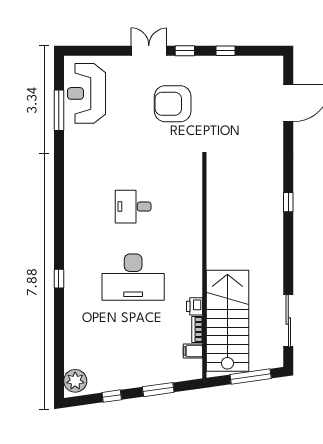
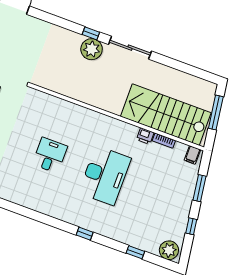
desk: (133, 207) -> (50, 155), turned 180
plant: (271, 209) -> (92, 49), added
sliding door: (288, 321) -> (130, 48), moved
window: (59, 344) -> (135, 252), added
filing cabinet: (193, 351) -> (192, 155), moved

